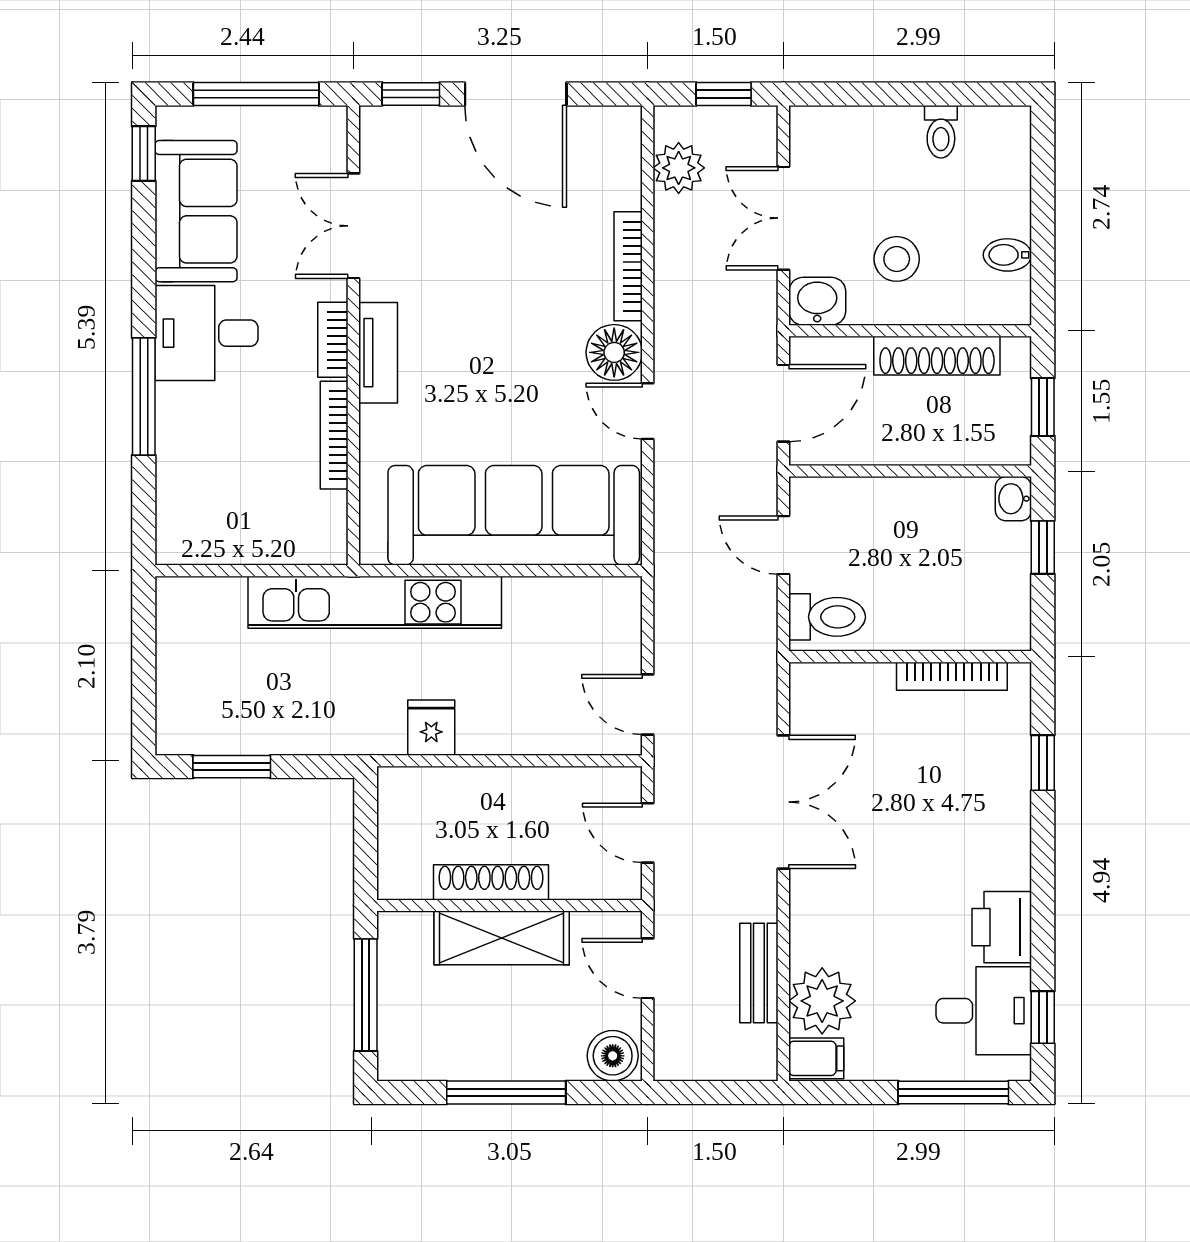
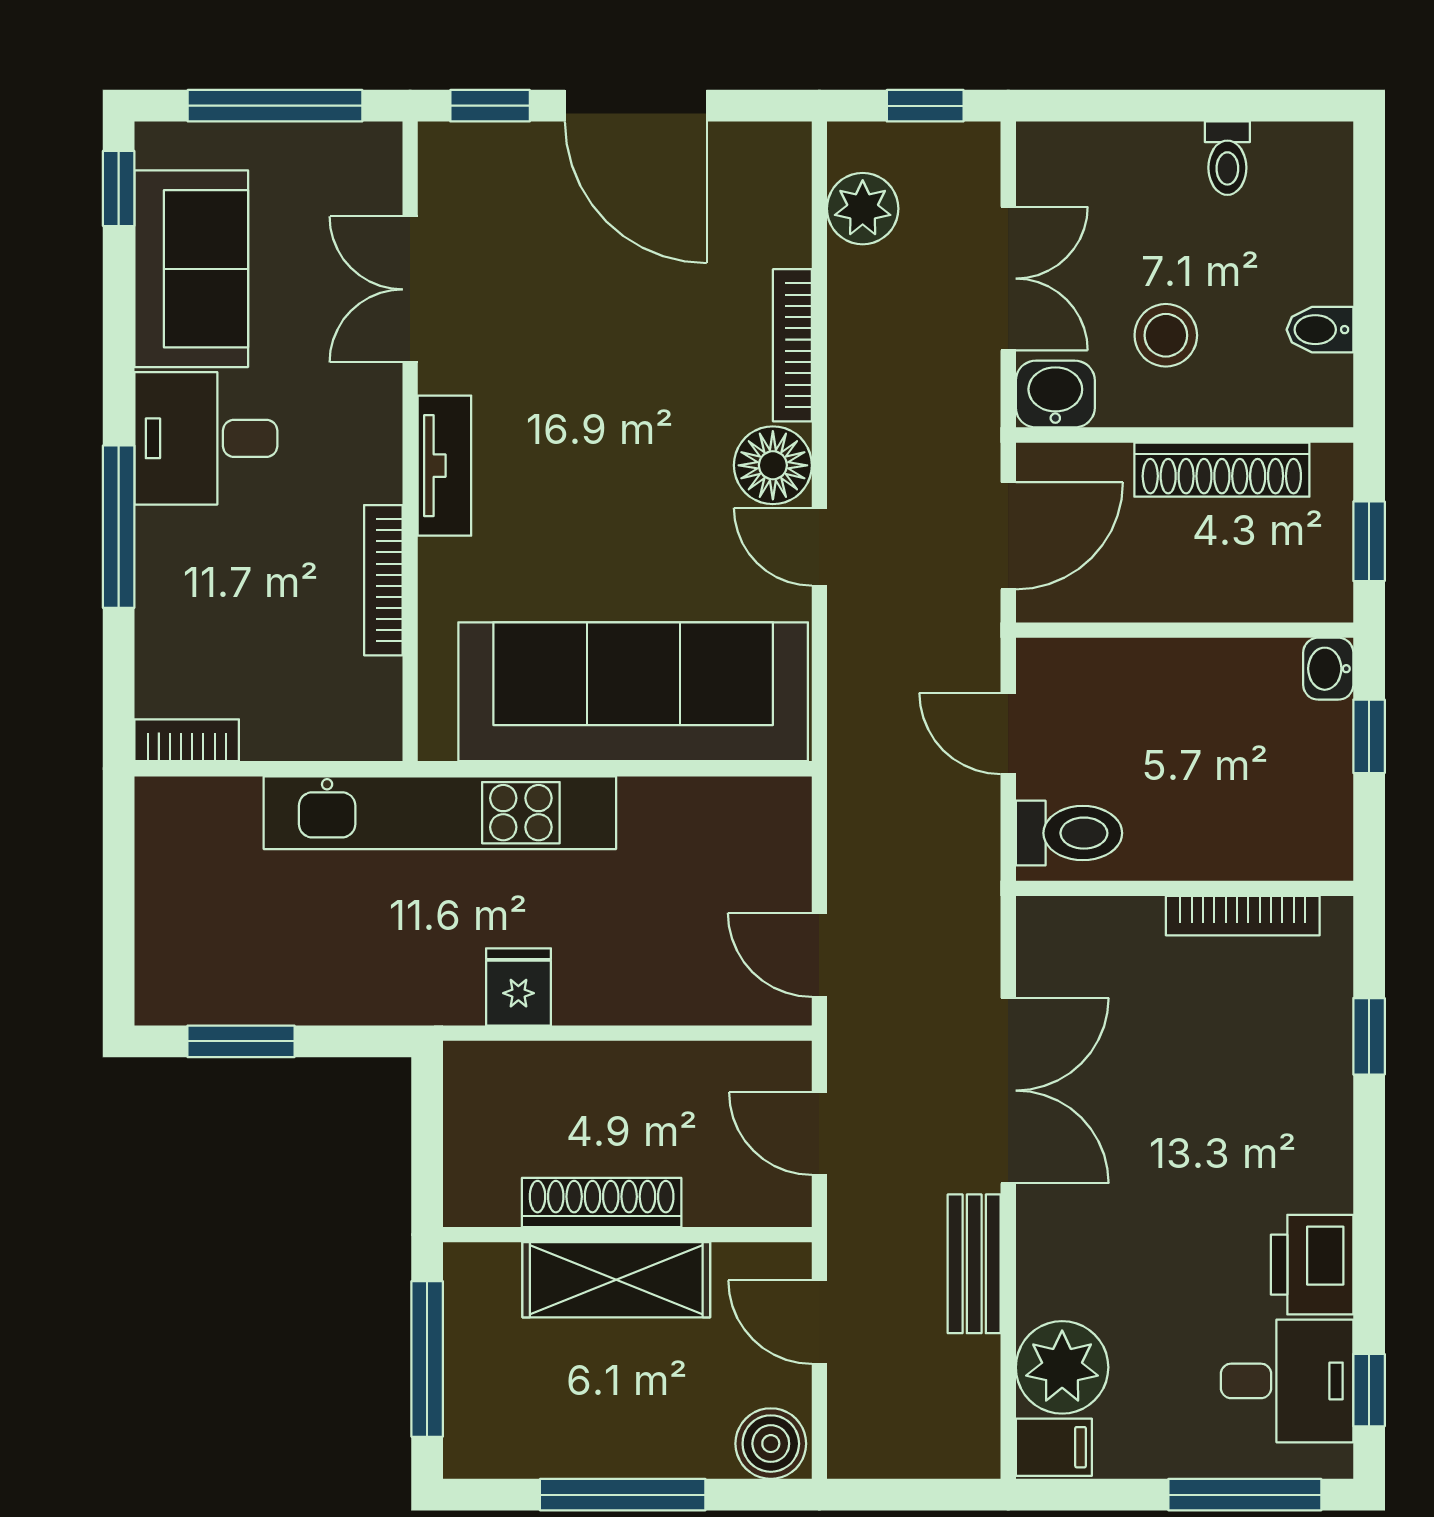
double door: (783, 218) -> (1008, 279), swing flipped
bookcase: (333, 340) -> (187, 740), moved, turned 90
bench: (759, 973) -> (974, 1264), moved

